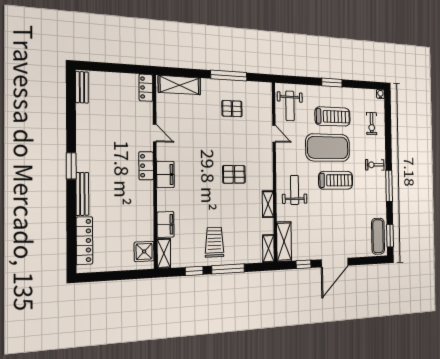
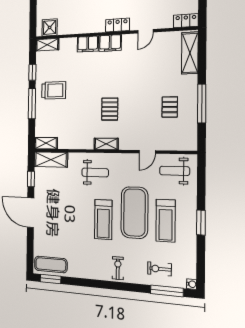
window: (389, 186) -> (167, 291), moved
shelving: (268, 204) -> (106, 144), moved
filing cabinet: (166, 224) -> (88, 44), moved

